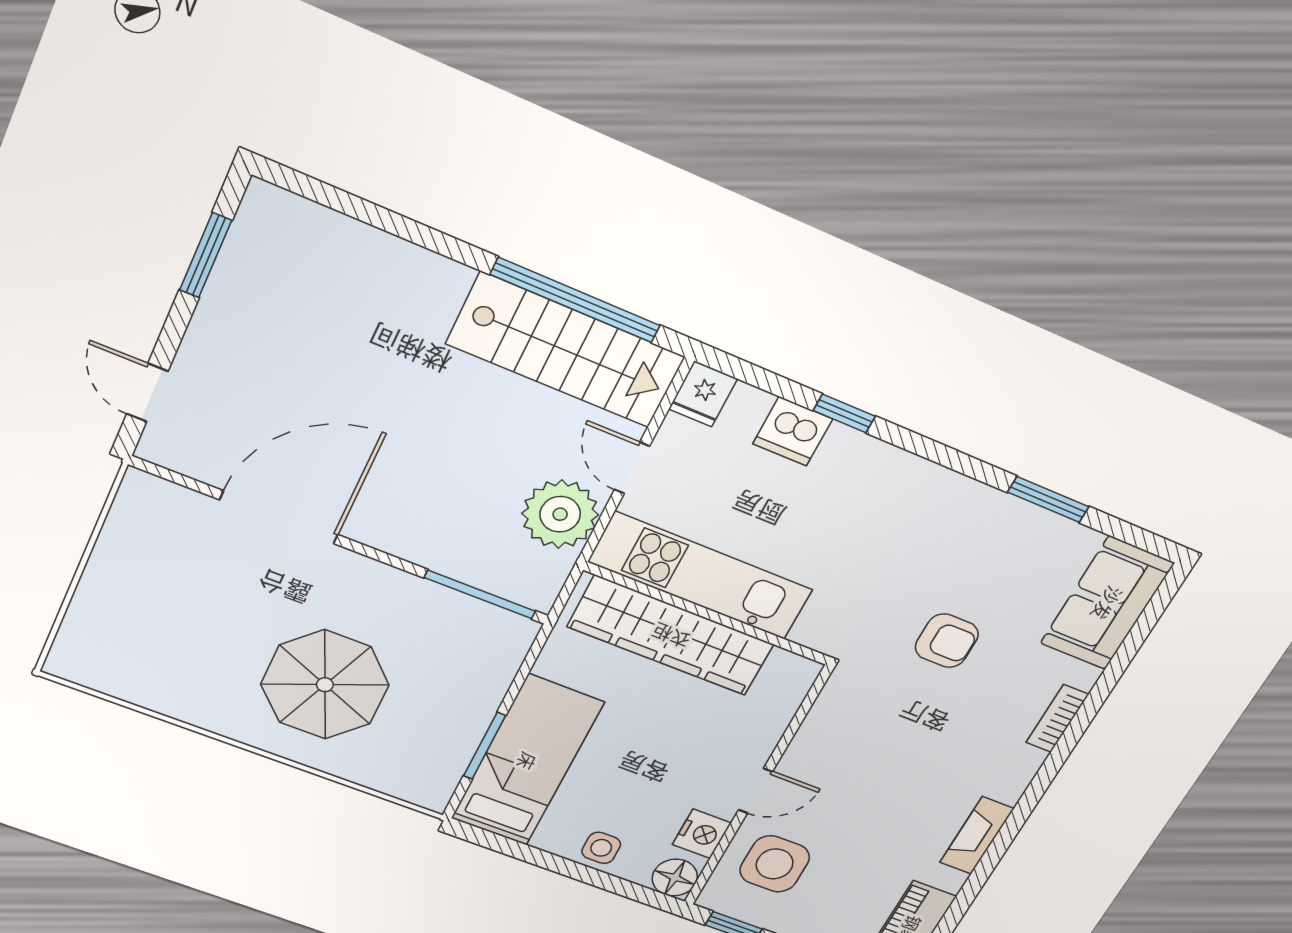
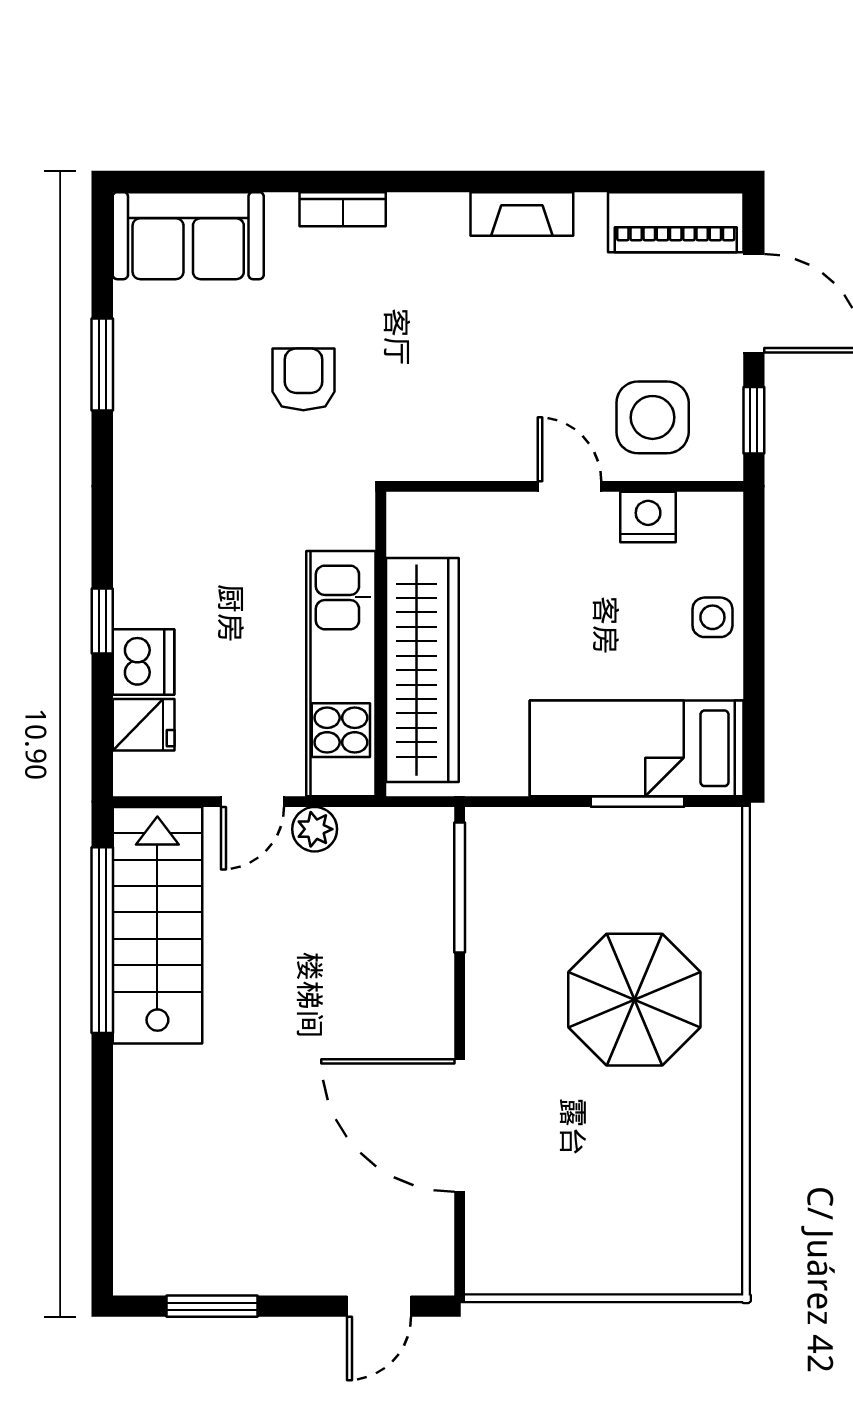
fridge: (703, 394) -> (144, 725), moved
plant: (560, 514) -> (315, 829), width x0.53, depth x0.53
floor lamp: (675, 878) -> (717, 518), removed

